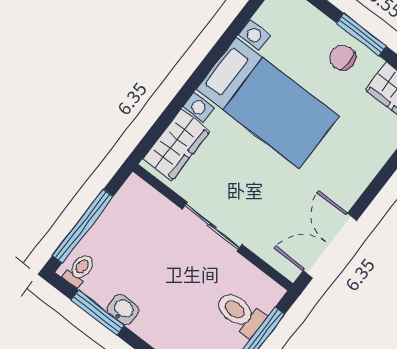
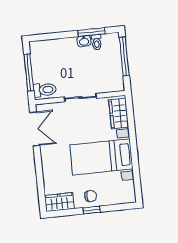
window: (361, 35) -> (92, 210), width x0.67
toilet: (79, 270) -> (97, 42), moved
toilet: (240, 313) -> (45, 90), moved

